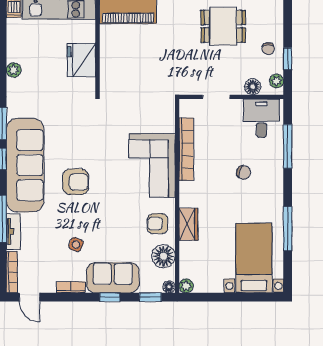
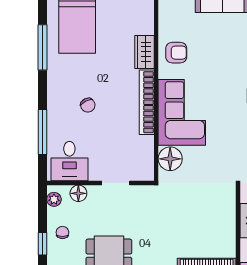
window: (288, 59) -> (42, 244), moved
bookcase: (186, 149) -> (147, 102), moved
chair: (244, 173) -> (88, 105), turned -137
floor lamp: (163, 256) -> (170, 159), moved

